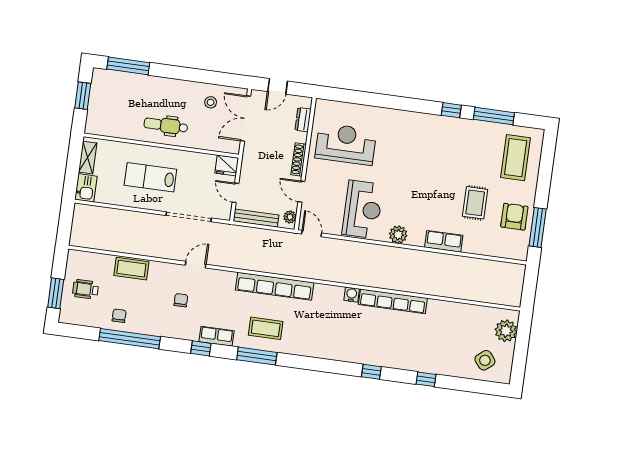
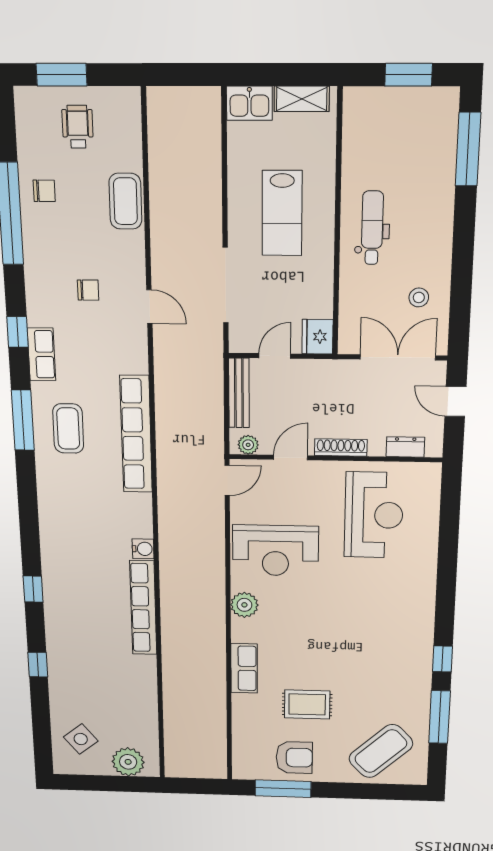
coffee table: (516, 158) -> (381, 751), turned -43
lab bench: (150, 177) -> (282, 213), turned 180

